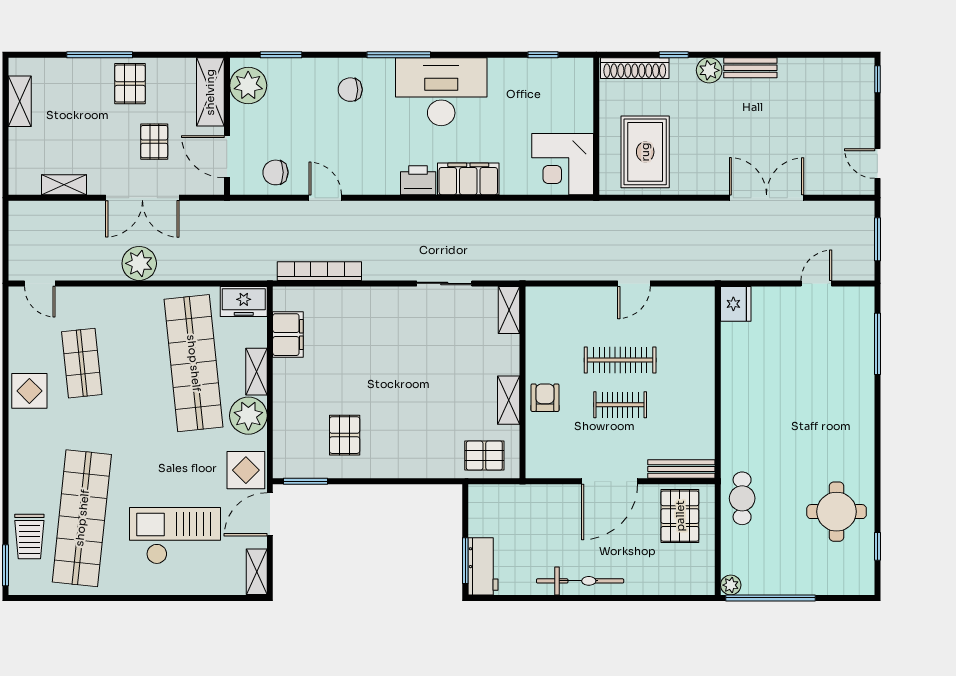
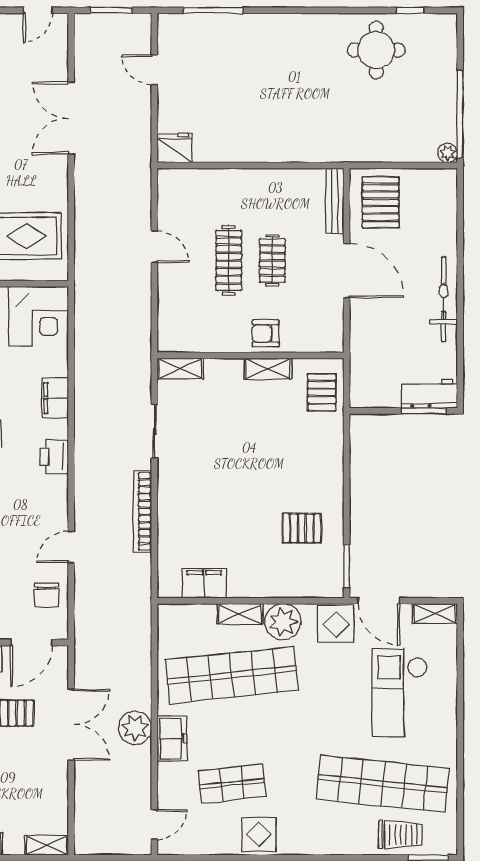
filing cabinet: (468, 179) -> (55, 398), width x0.67, depth x0.86
shelving: (64, 185) -> (47, 845), moved, turned 90
bookcase: (319, 271) -> (142, 511), moved
freezer: (244, 301) -> (172, 739), moved
cafe table: (742, 498) -> (363, 142), removed
pallet: (680, 516) -> (381, 202), turned 90

